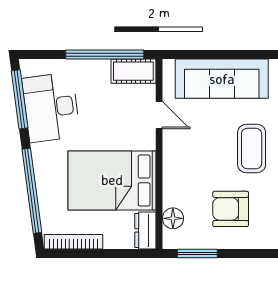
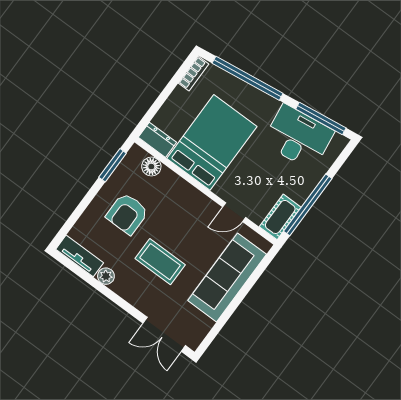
armchair: (231, 209) -> (127, 214), turned 180
bookcase: (73, 242) -> (194, 74), width x0.64

